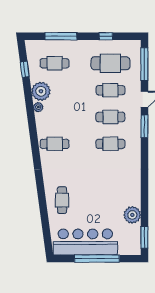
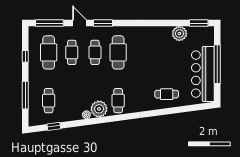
plant: (41, 91) -> (99, 109), moved
cafe table: (110, 144) -> (118, 52), width x1.37, depth x1.35

